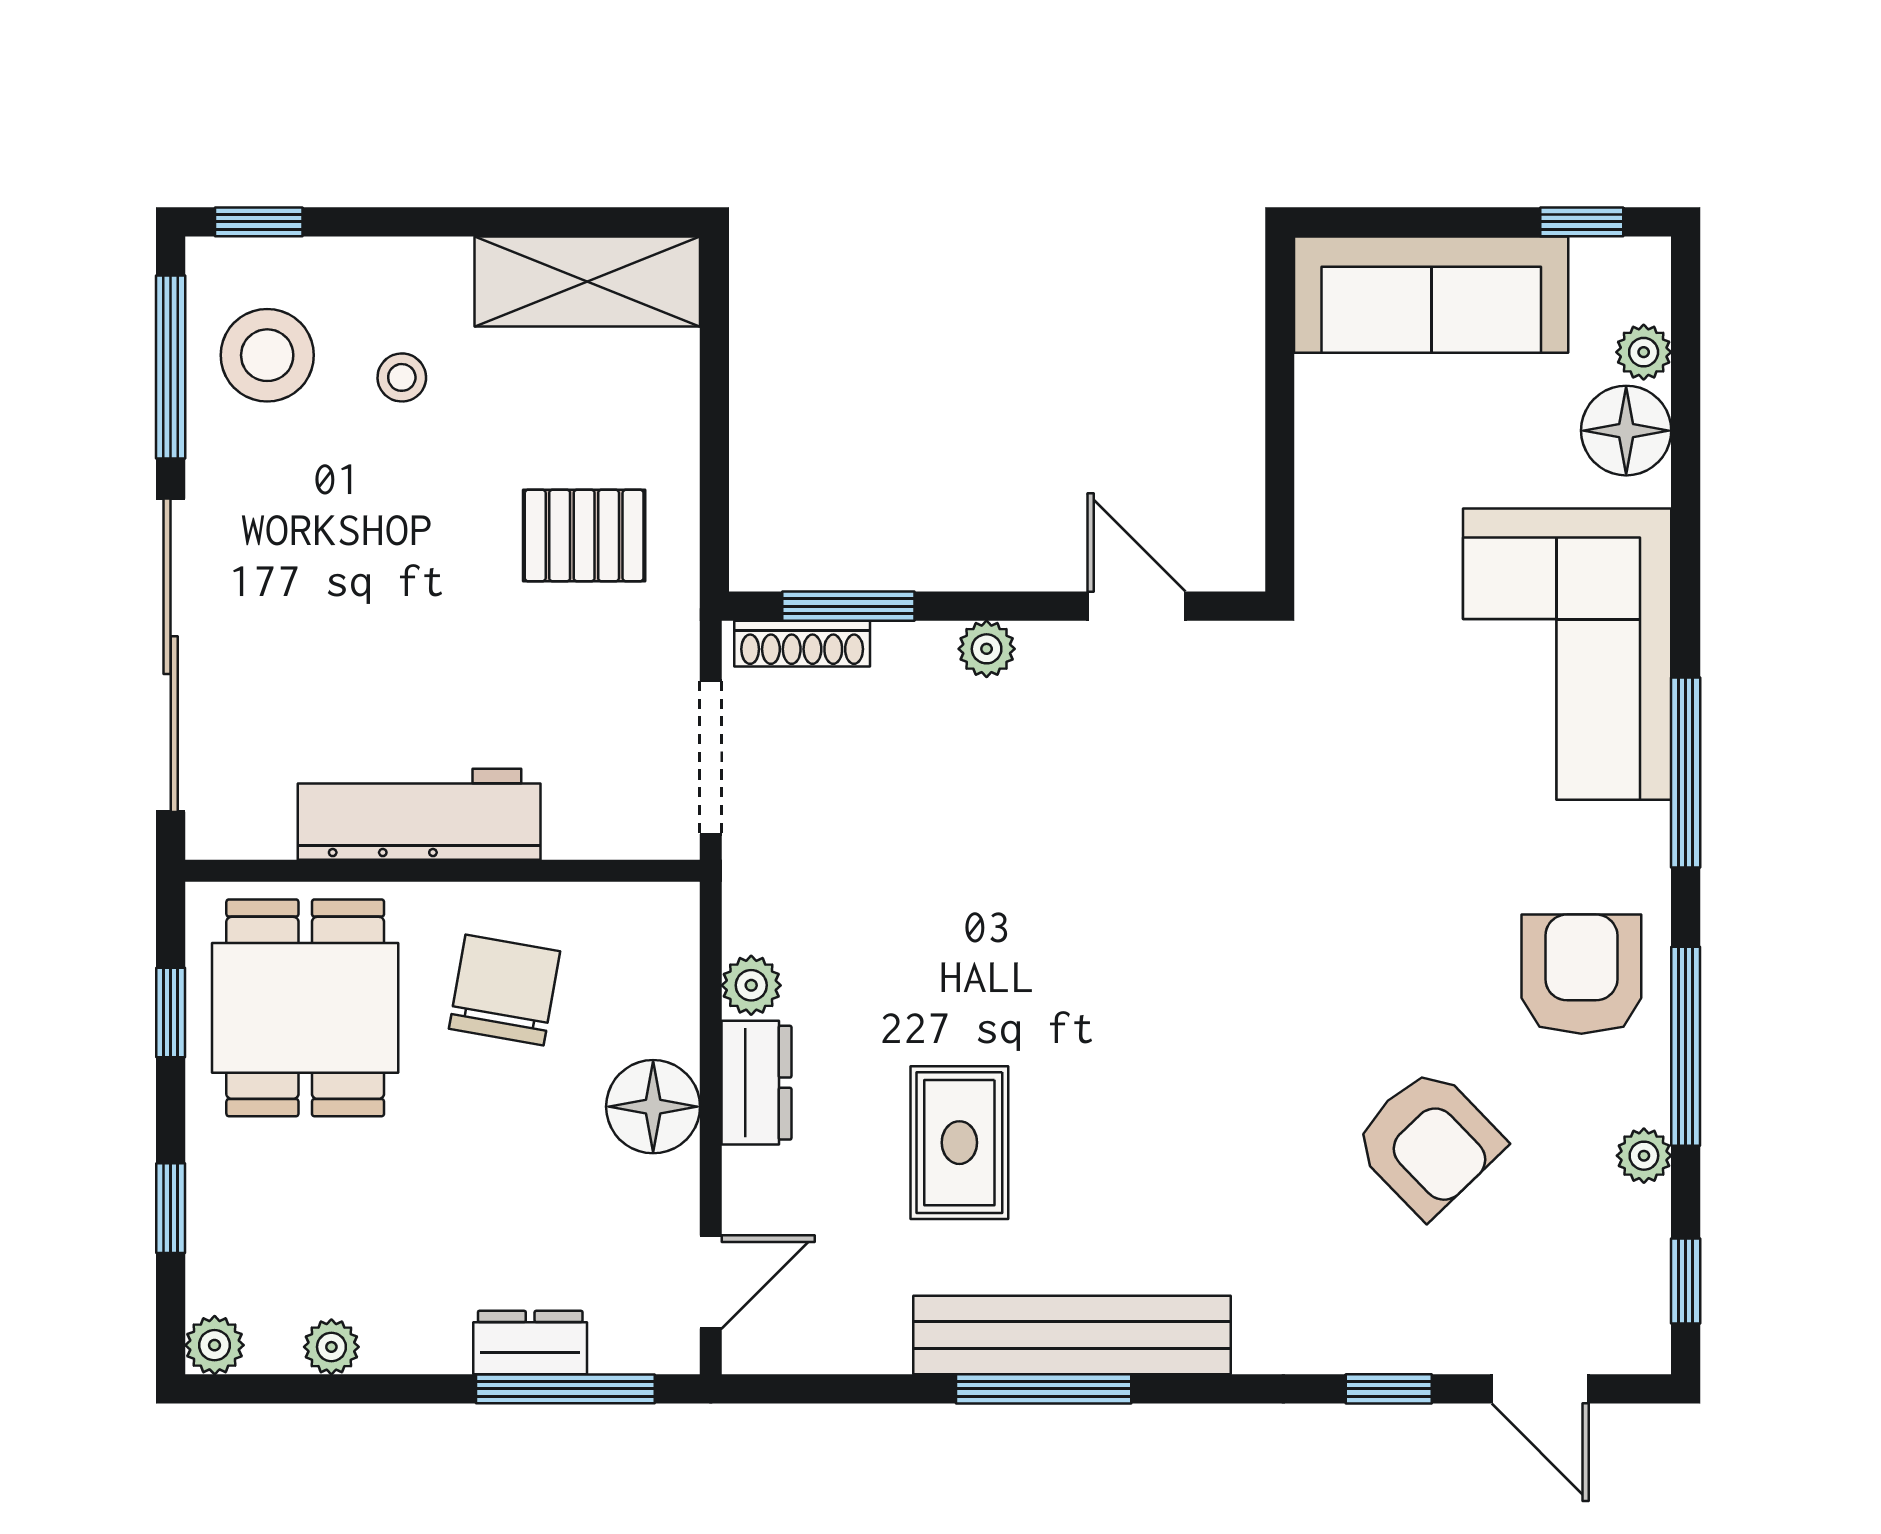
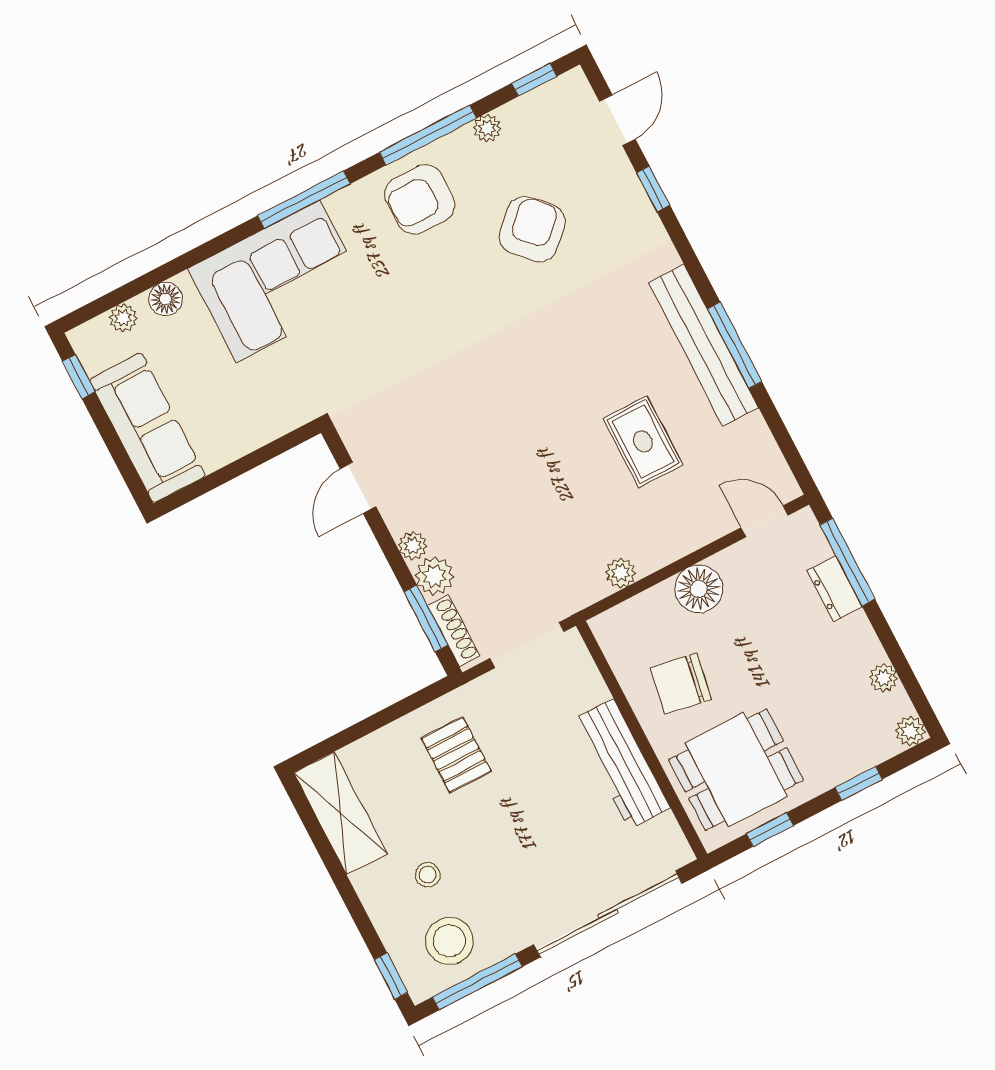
floor lamp: (1626, 431) -> (166, 299), width x0.73, depth x0.73
plant: (914, 659) -> (434, 576), added
dresser: (756, 1083) -> (664, 548), removed
rug: (959, 1143) -> (643, 442), turned 90

